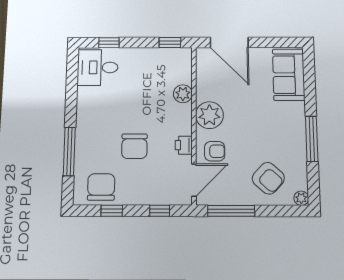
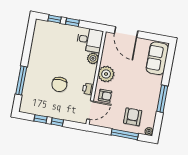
window: (170, 43) -> (72, 22), moved
desk: (98, 67) -> (90, 40), moved, turned 180
armchair: (268, 178) -> (133, 117), turned -132
chair: (101, 187) -> (36, 104), removed
window: (160, 211) -> (57, 122), moved
window: (231, 211) -> (125, 134), moved

